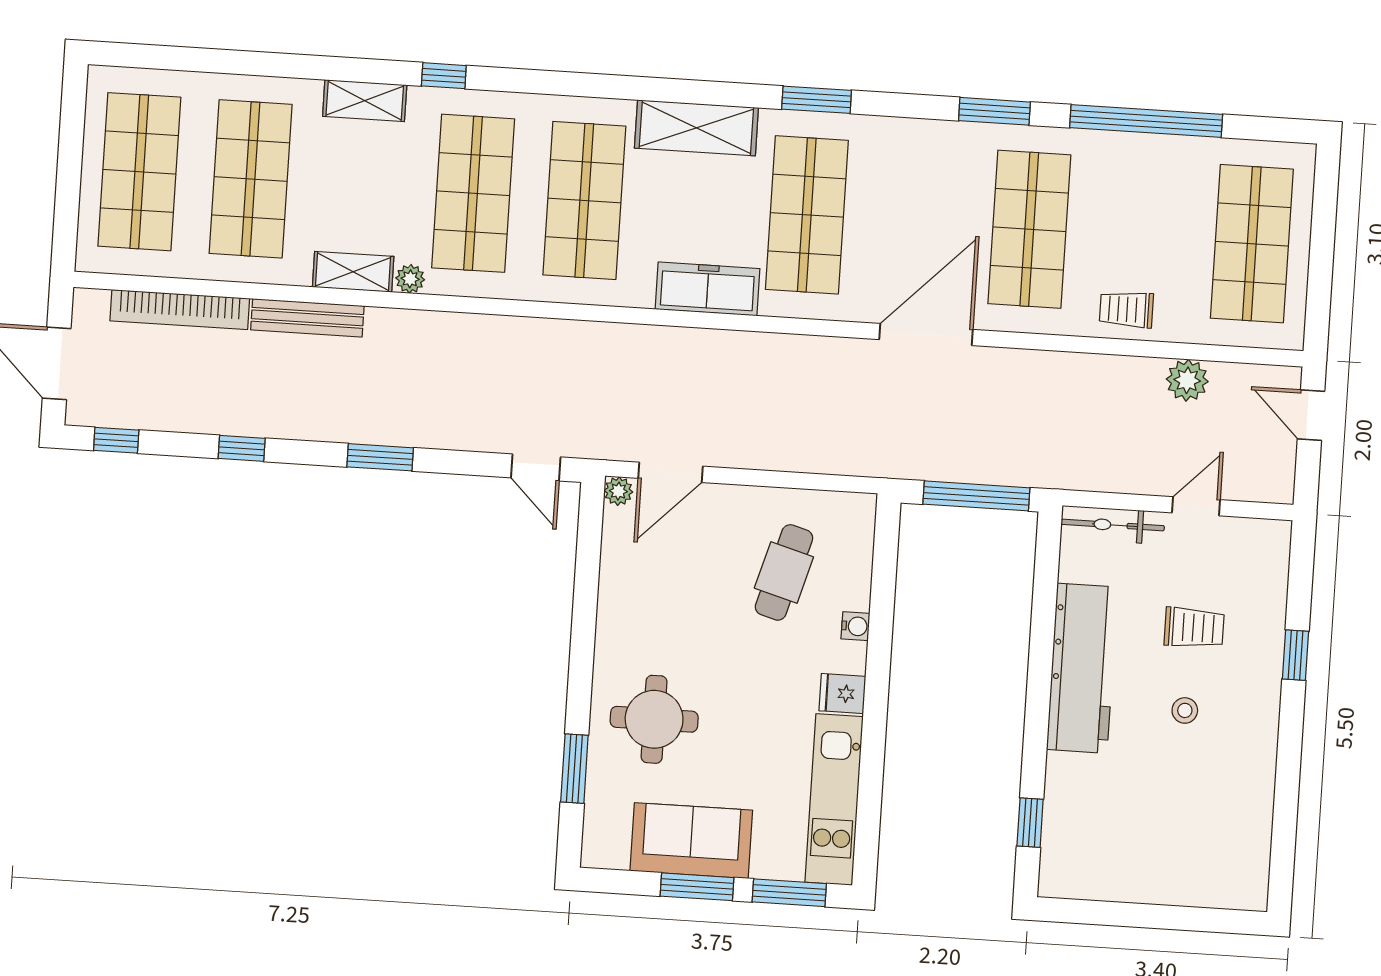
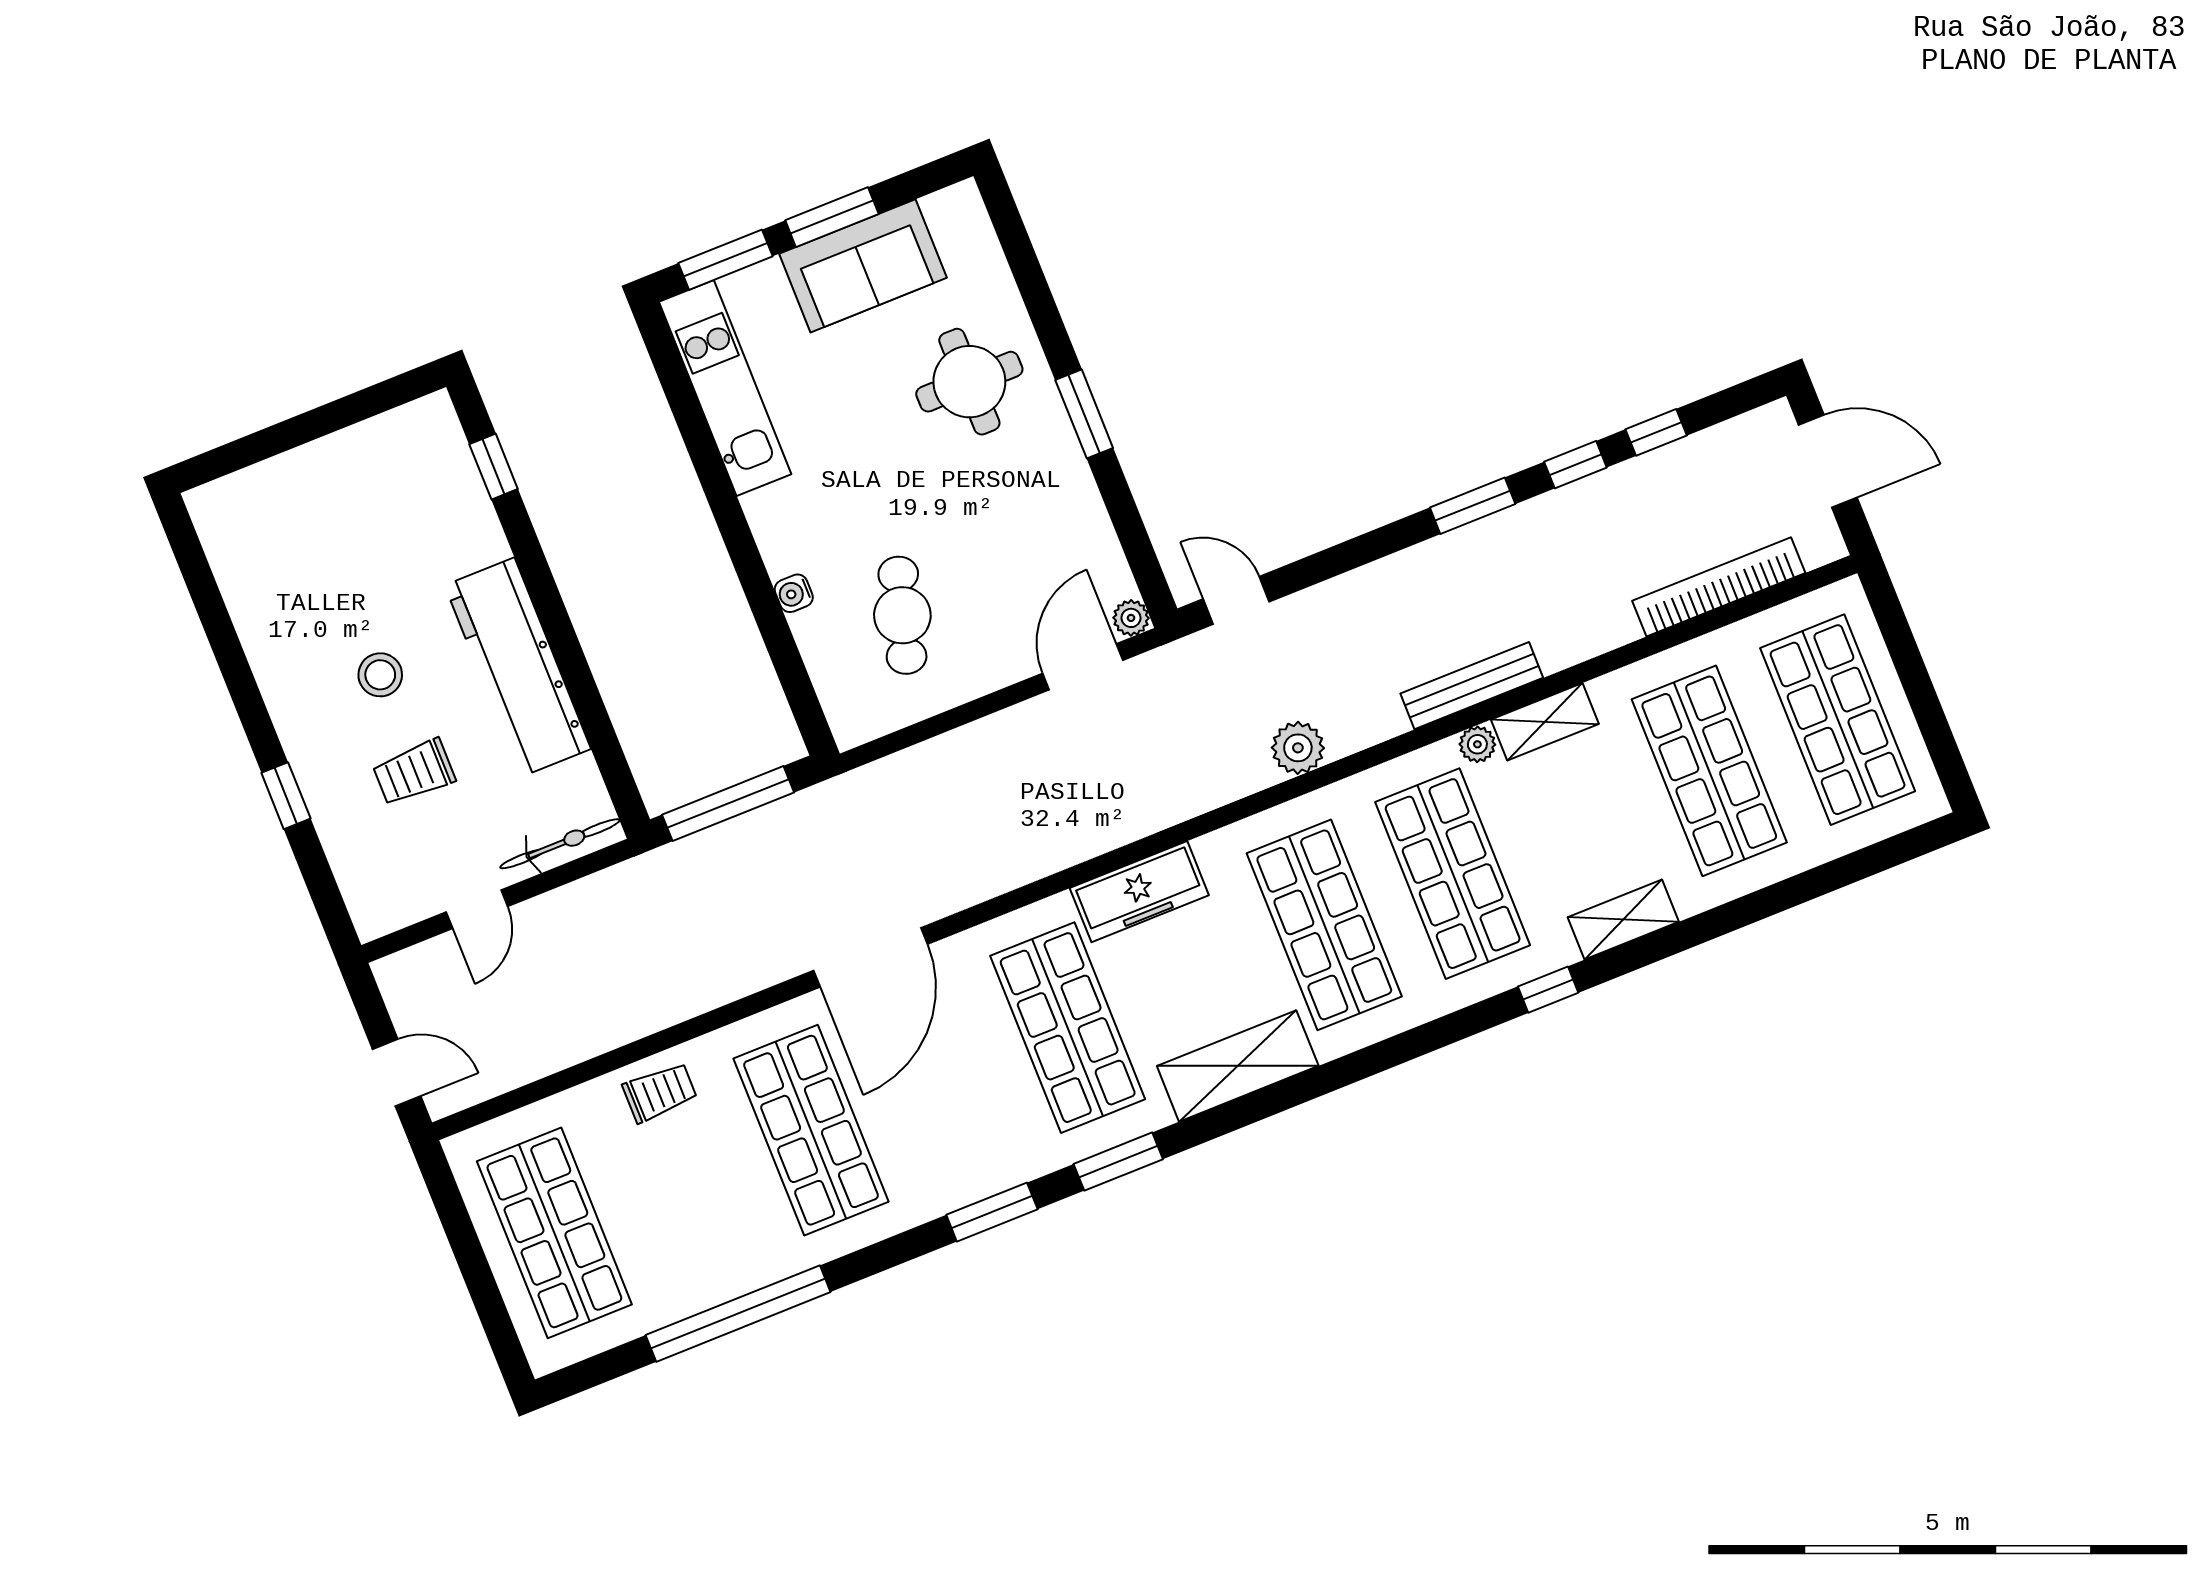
window: (994, 111) -> (992, 1212), moved
bench: (307, 318) -> (1472, 686), moved
plant: (1187, 380) -> (1298, 748), moved
window: (116, 440) -> (1656, 432), moved
window: (380, 457) -> (1473, 506), moved
fridge: (842, 694) -> (772, 511), removed
stool: (1185, 710) -> (380, 675), width x1.37, depth x1.37
window: (574, 769) -> (1084, 414), moved

